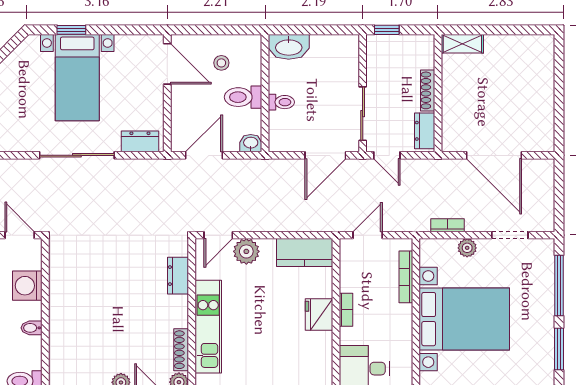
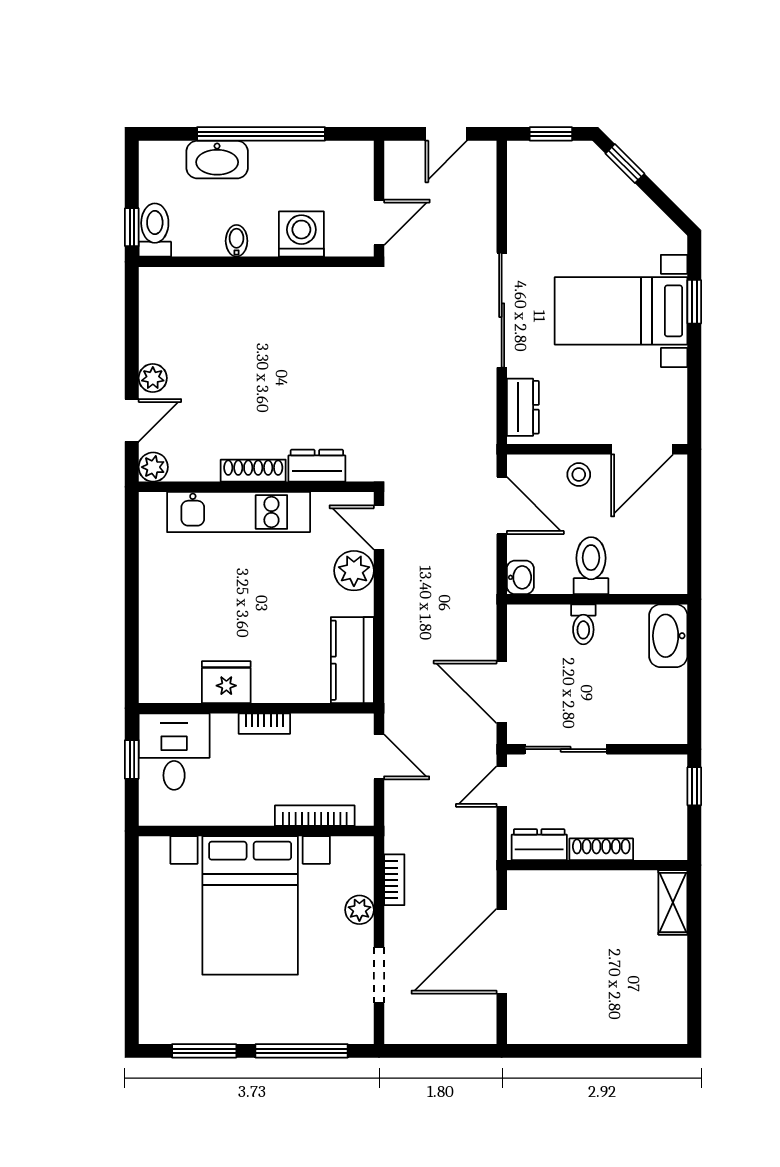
stool: (221, 63) -> (579, 475), moved
fridge: (319, 315) -> (226, 682), moved
shoe rack: (181, 350) -> (253, 471), moved

